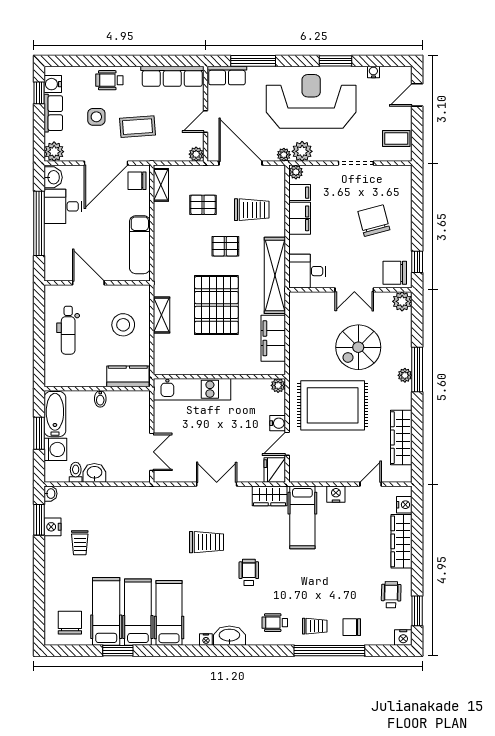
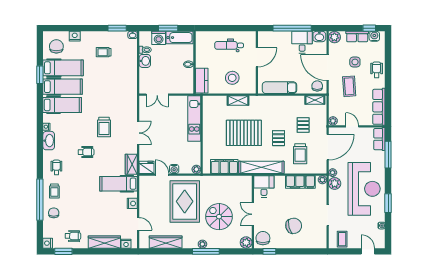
nightstand: (53, 527) -> (75, 36), moved
chair: (70, 623) -> (56, 46), turned -90

